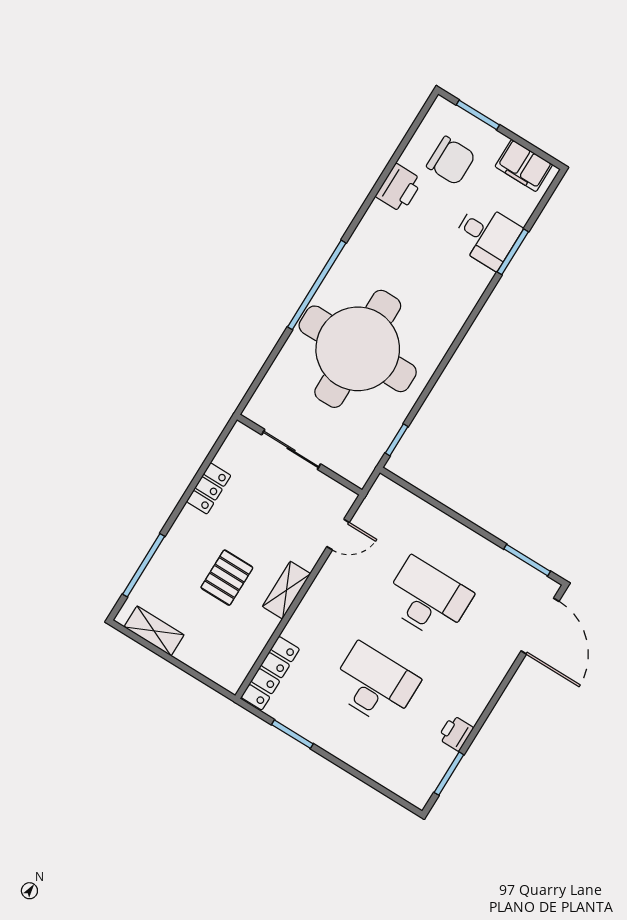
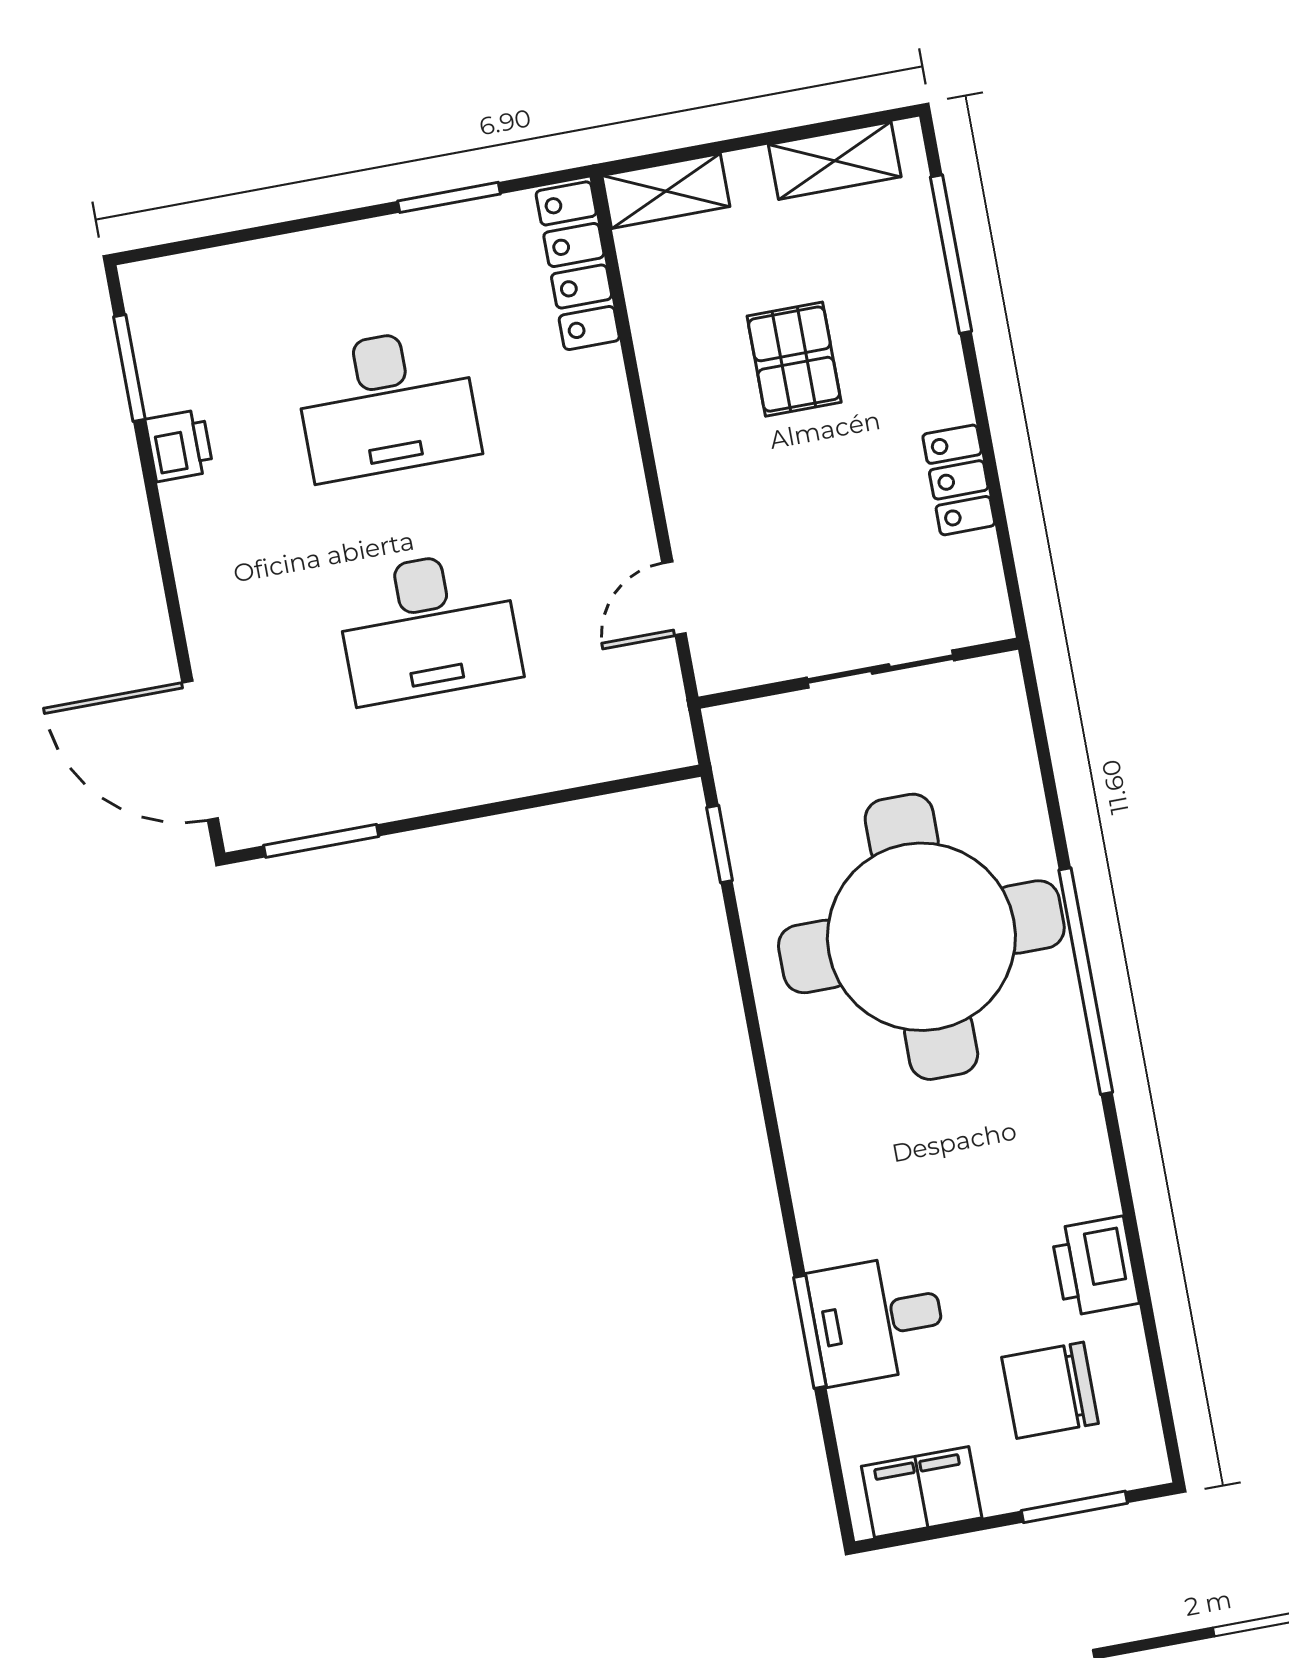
shelving: (286, 590) -> (666, 191), moved, turned 90

